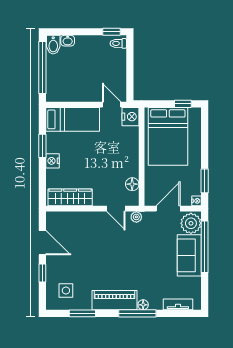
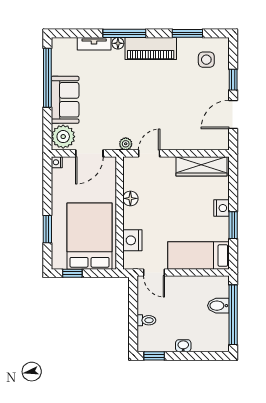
washbasin: (68, 41) -> (183, 346), moved
toilet: (118, 43) -> (146, 320), moved
bidet: (53, 45) -> (218, 306), moved, turned -90
nightstand: (131, 117) -> (132, 240), moved
window: (205, 181) -> (47, 229), moved
floor lamp: (132, 184) -> (130, 198), moved
door: (116, 209) -> (149, 153), hinge flipped
door: (42, 243) -> (233, 114), hinge flipped
window: (205, 247) -> (47, 78), moved
tv unit: (178, 304) -> (94, 44), moved

